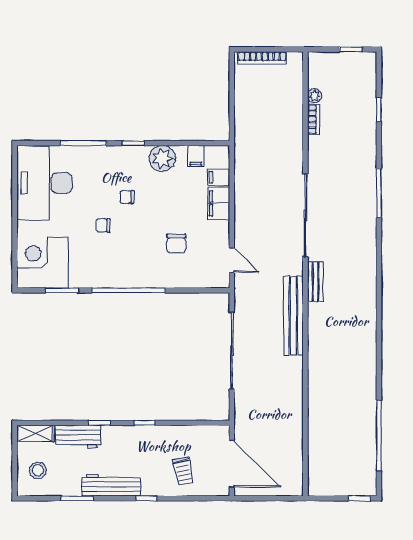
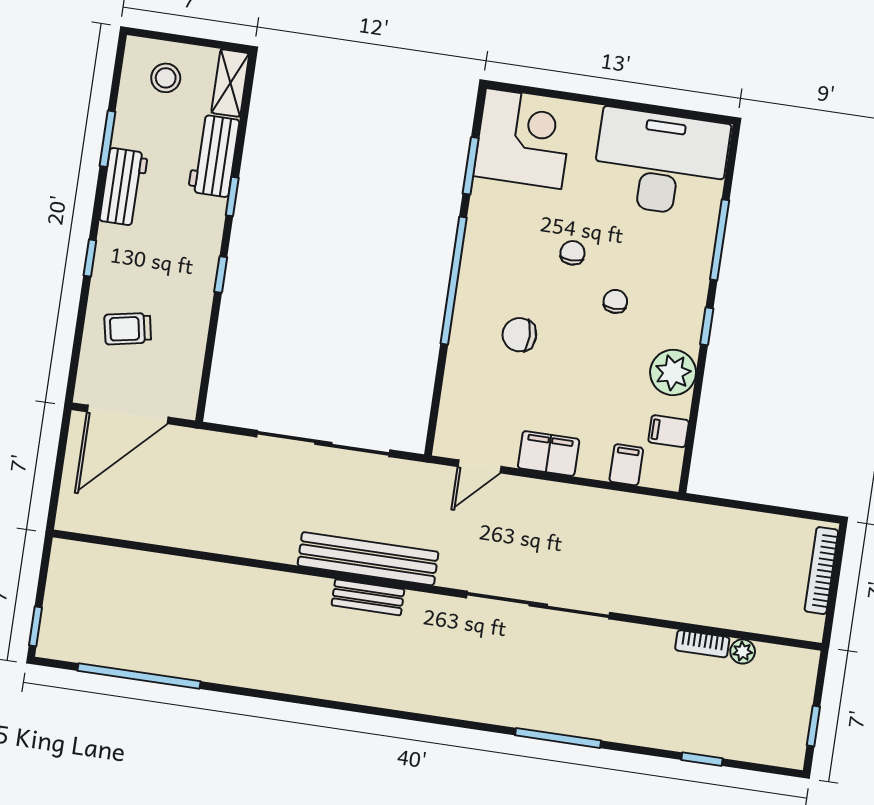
filing cabinet: (219, 203) -> (549, 454), moved
chair: (176, 244) -> (519, 335), moved
bench: (315, 282) -> (368, 597), moved
workbench: (111, 485) -> (124, 187), width x0.73

